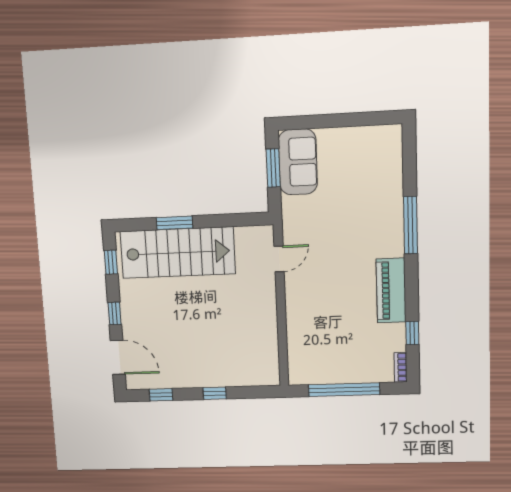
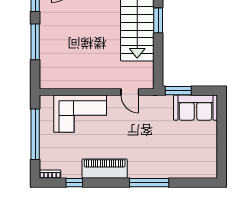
window: (273, 168) -> (178, 91), moved
corner sofa: (313, 328) -> (80, 114), added
window: (215, 393) -> (35, 42), width x2.17

